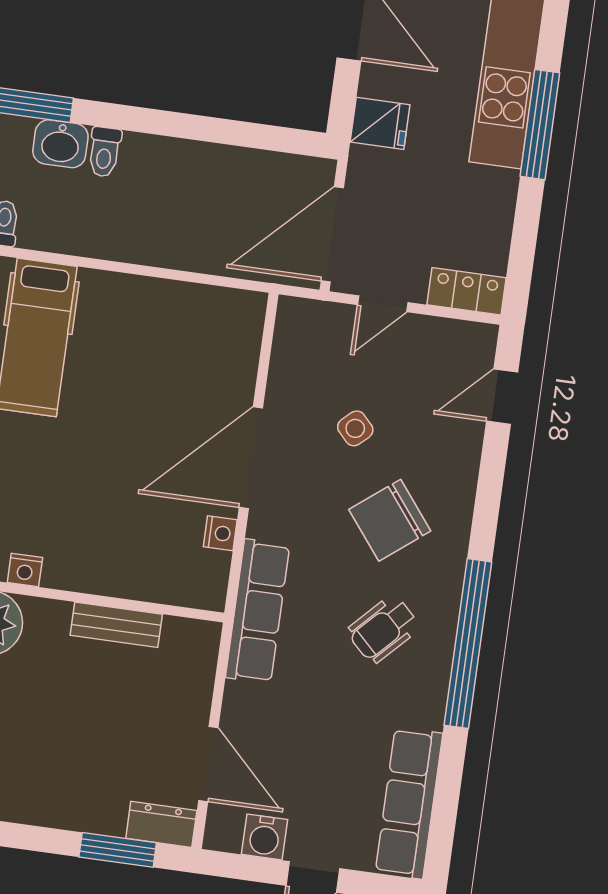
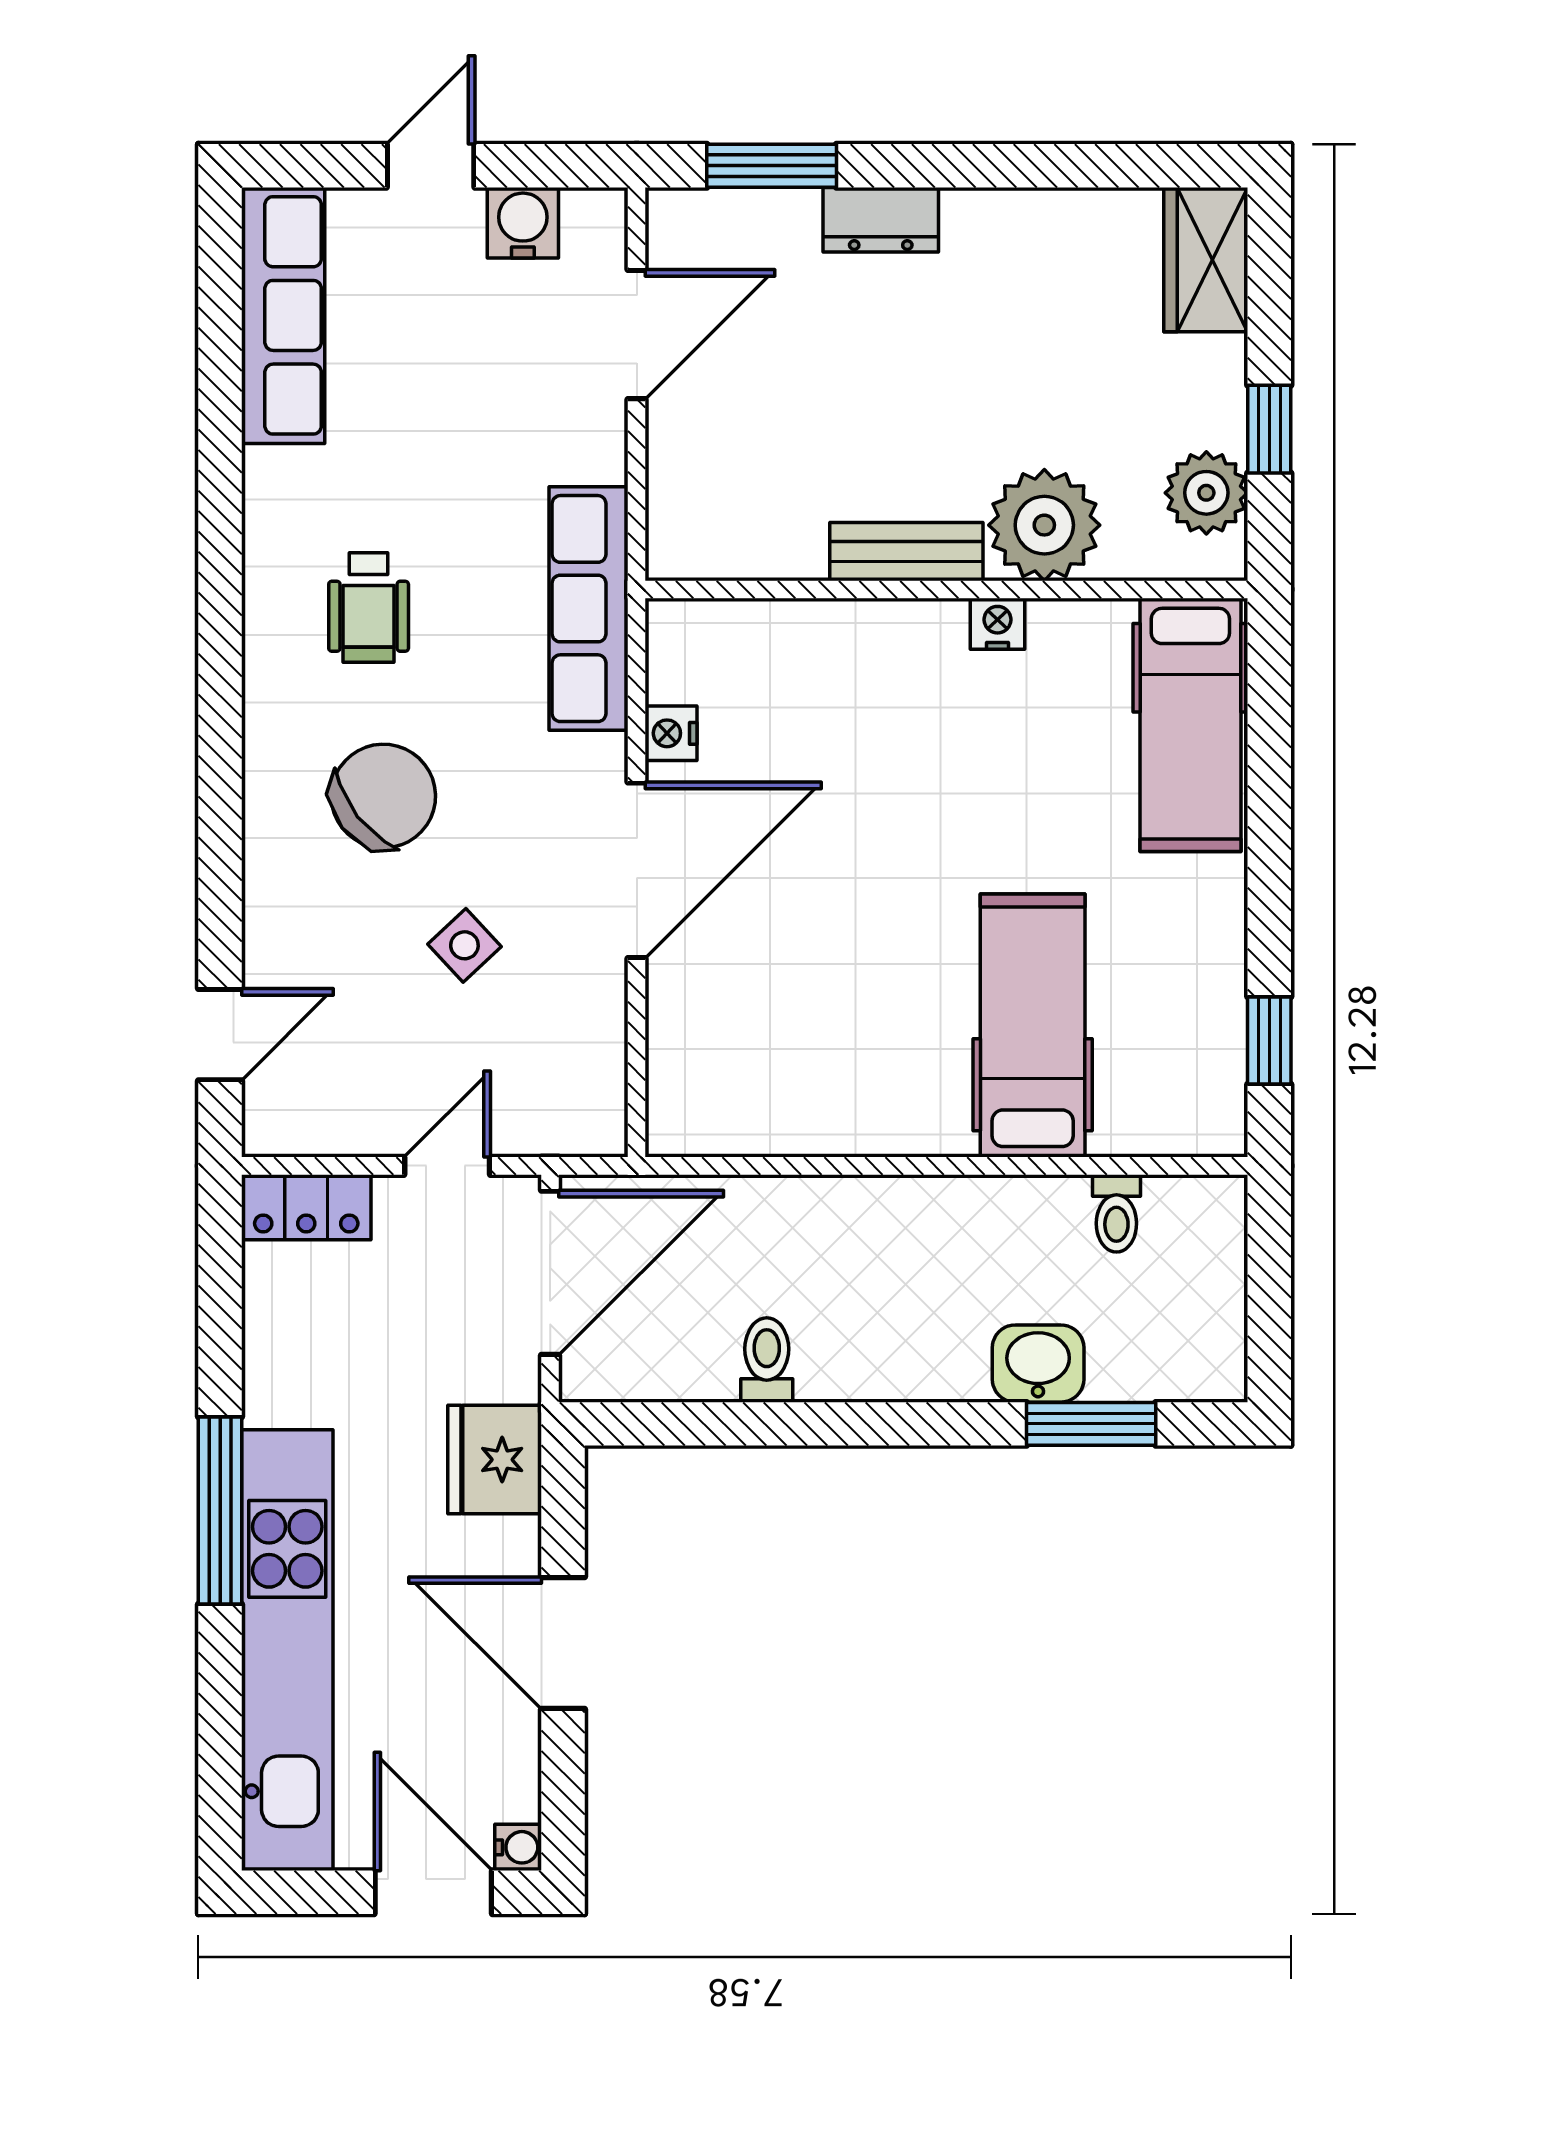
fridge: (380, 123) -> (495, 1460), width x1.38
toilet: (104, 152) -> (767, 1360), moved
bench: (116, 625) -> (906, 552), moved
wheelchair: (383, 629) -> (369, 607), turned 136
window: (468, 644) -> (220, 603), removed
door: (208, 764) -> (637, 335), swing flipped
dresser: (161, 824) -> (881, 220), moved

